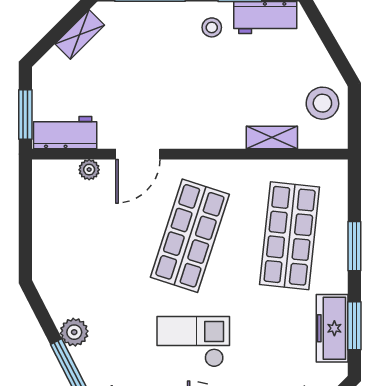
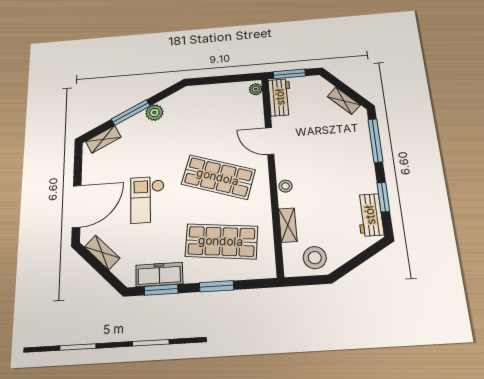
stool: (212, 27) -> (285, 186), moved
plant: (89, 170) -> (256, 89), moved
checkout: (193, 342) -> (148, 200), moved, turned 180

